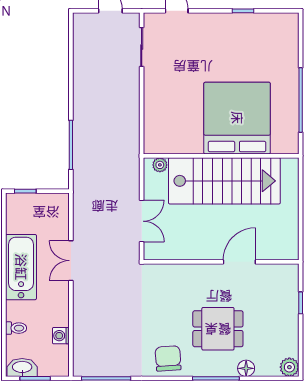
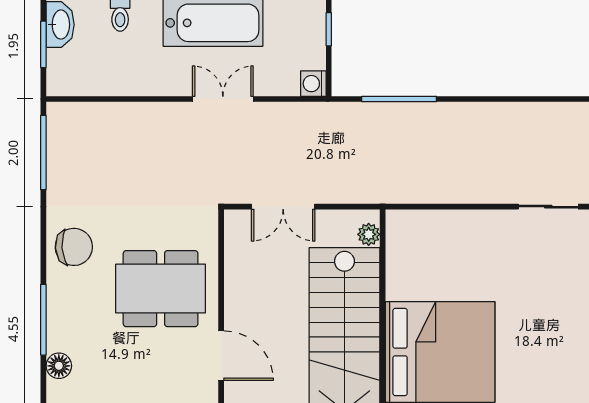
dining table: (218, 329) -> (161, 289), moved, width x1.38
washing machine: (61, 336) -> (313, 84), moved, turned -90

